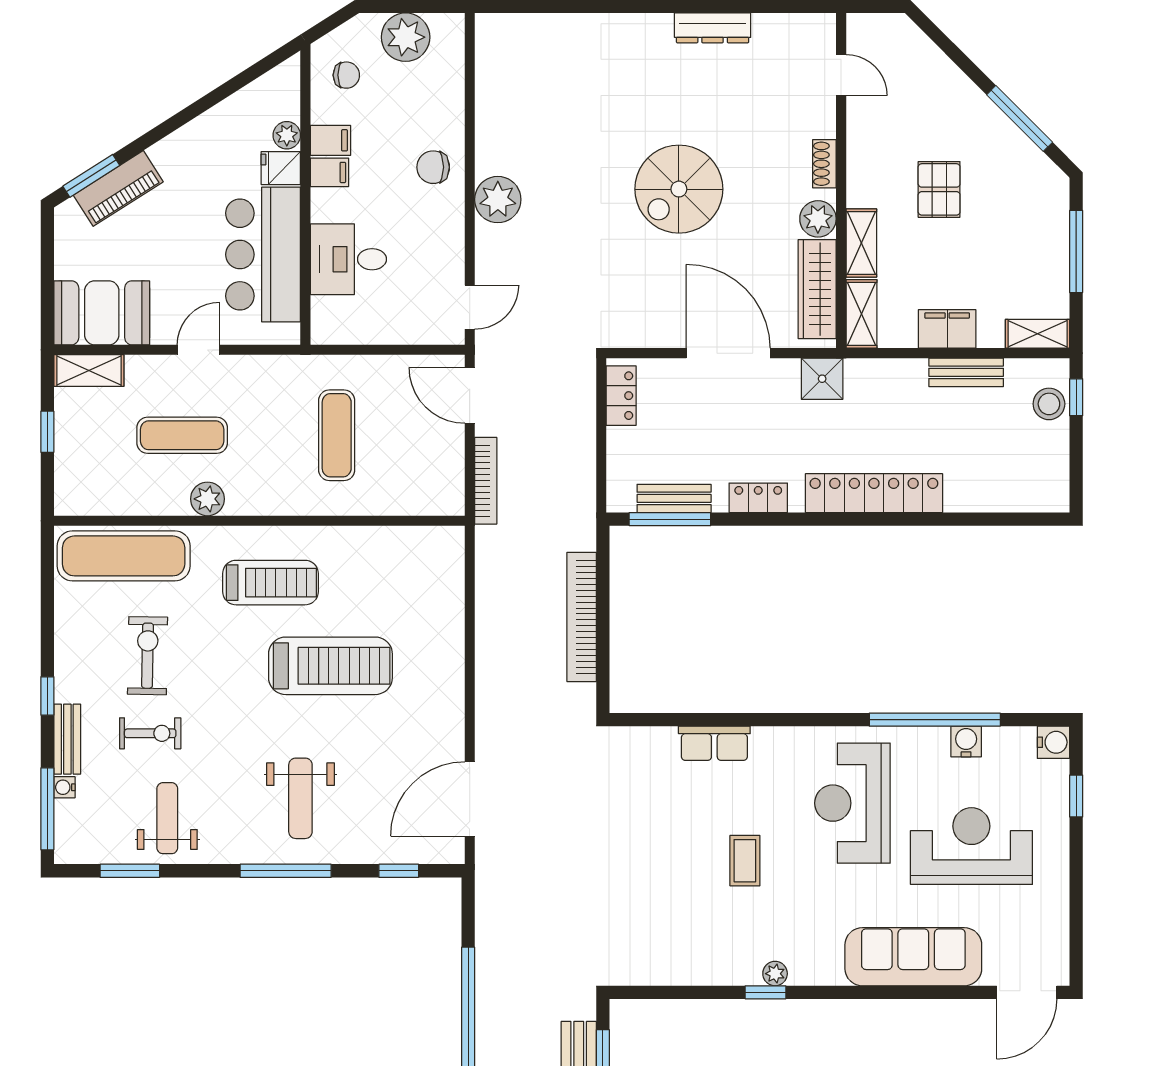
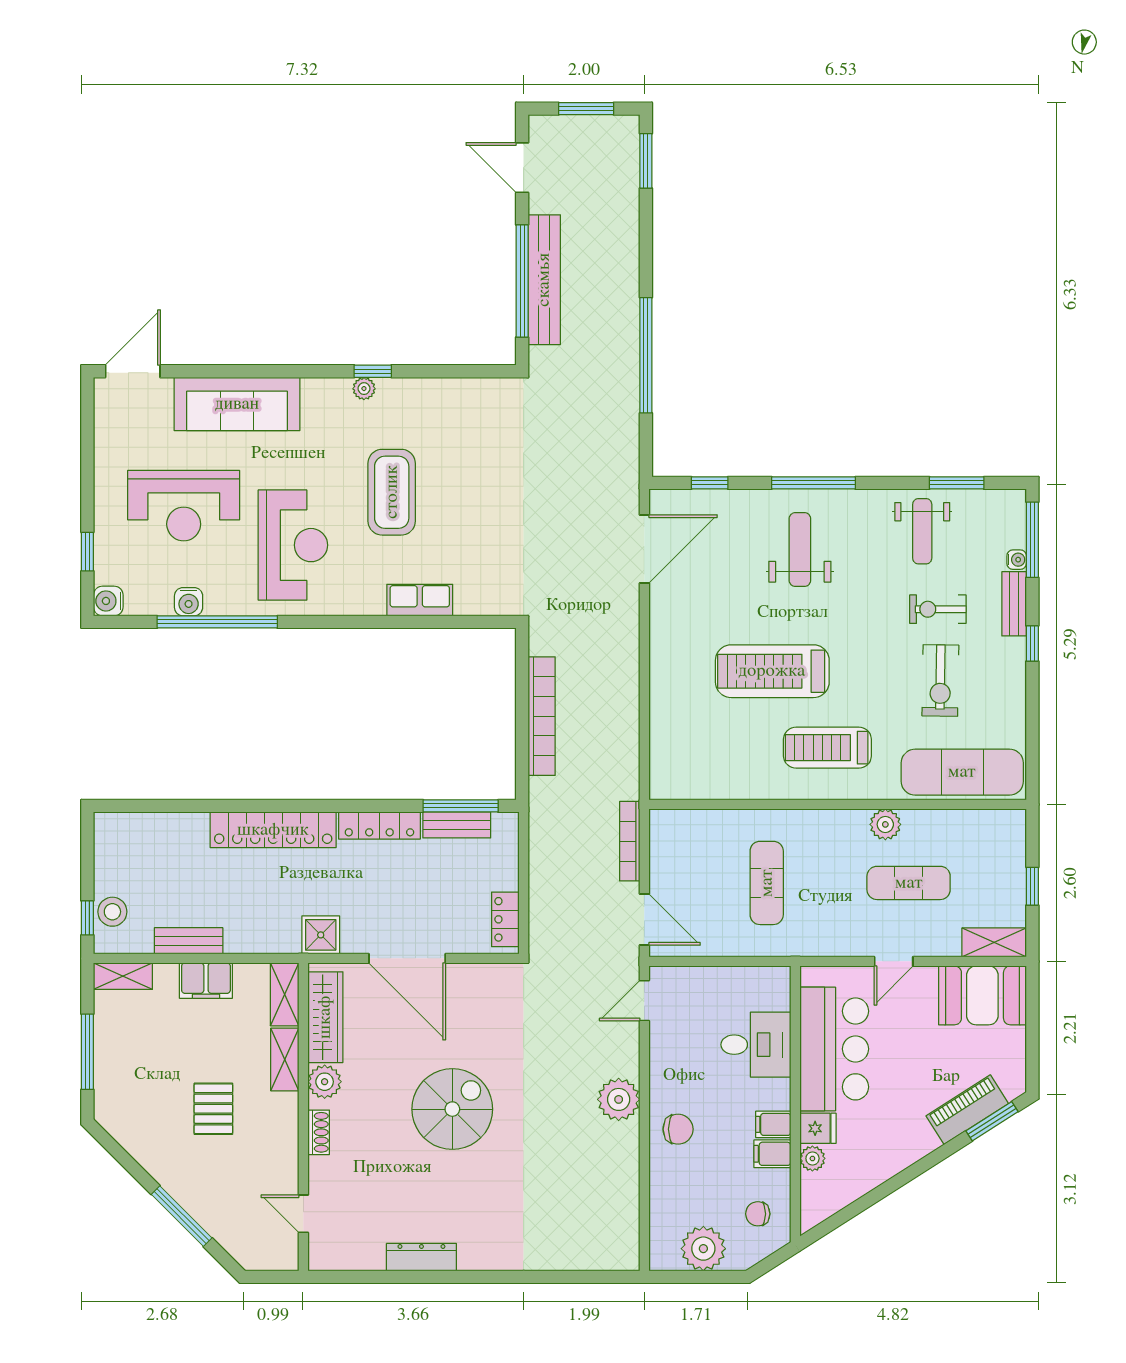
window: (1020, 118) -> (182, 1216), moved
locker: (758, 498) -> (379, 826), width x1.53
coffee table: (745, 861) -> (392, 492), width x1.86, depth x1.72

